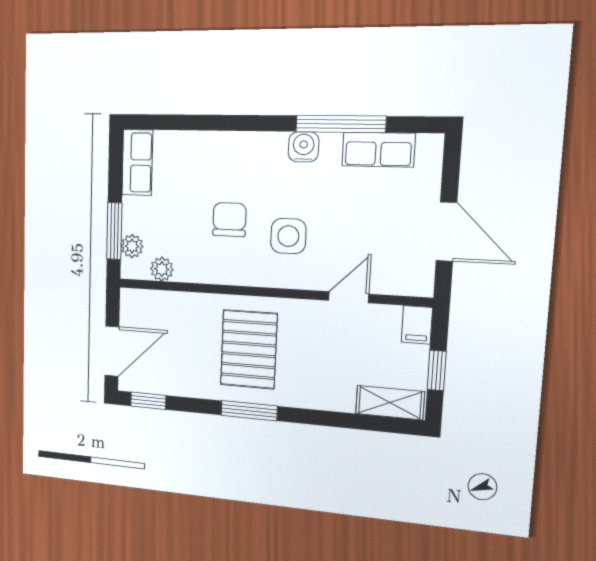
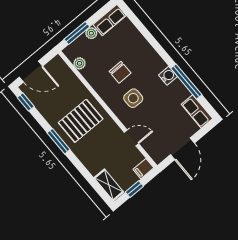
row of seats: (378, 150) -> (197, 111), moved
chair: (229, 220) -> (120, 72), turned 90
plant: (132, 246) -> (91, 33), moved

